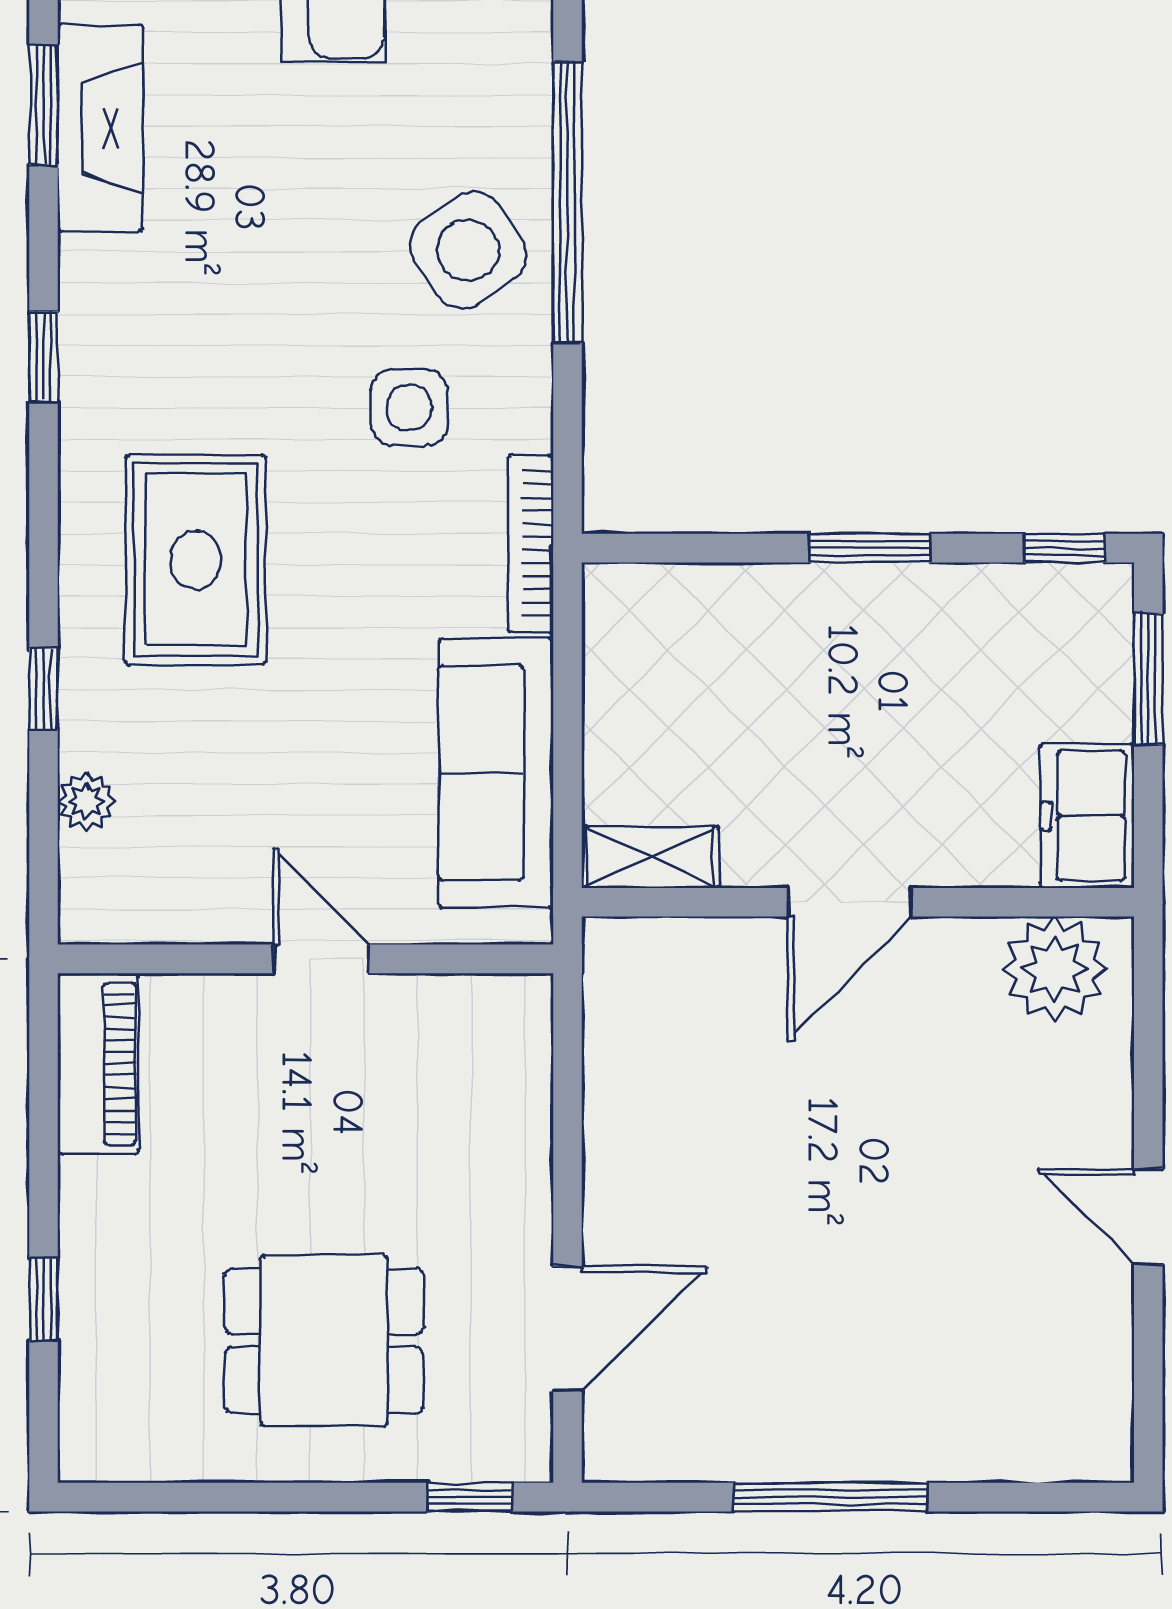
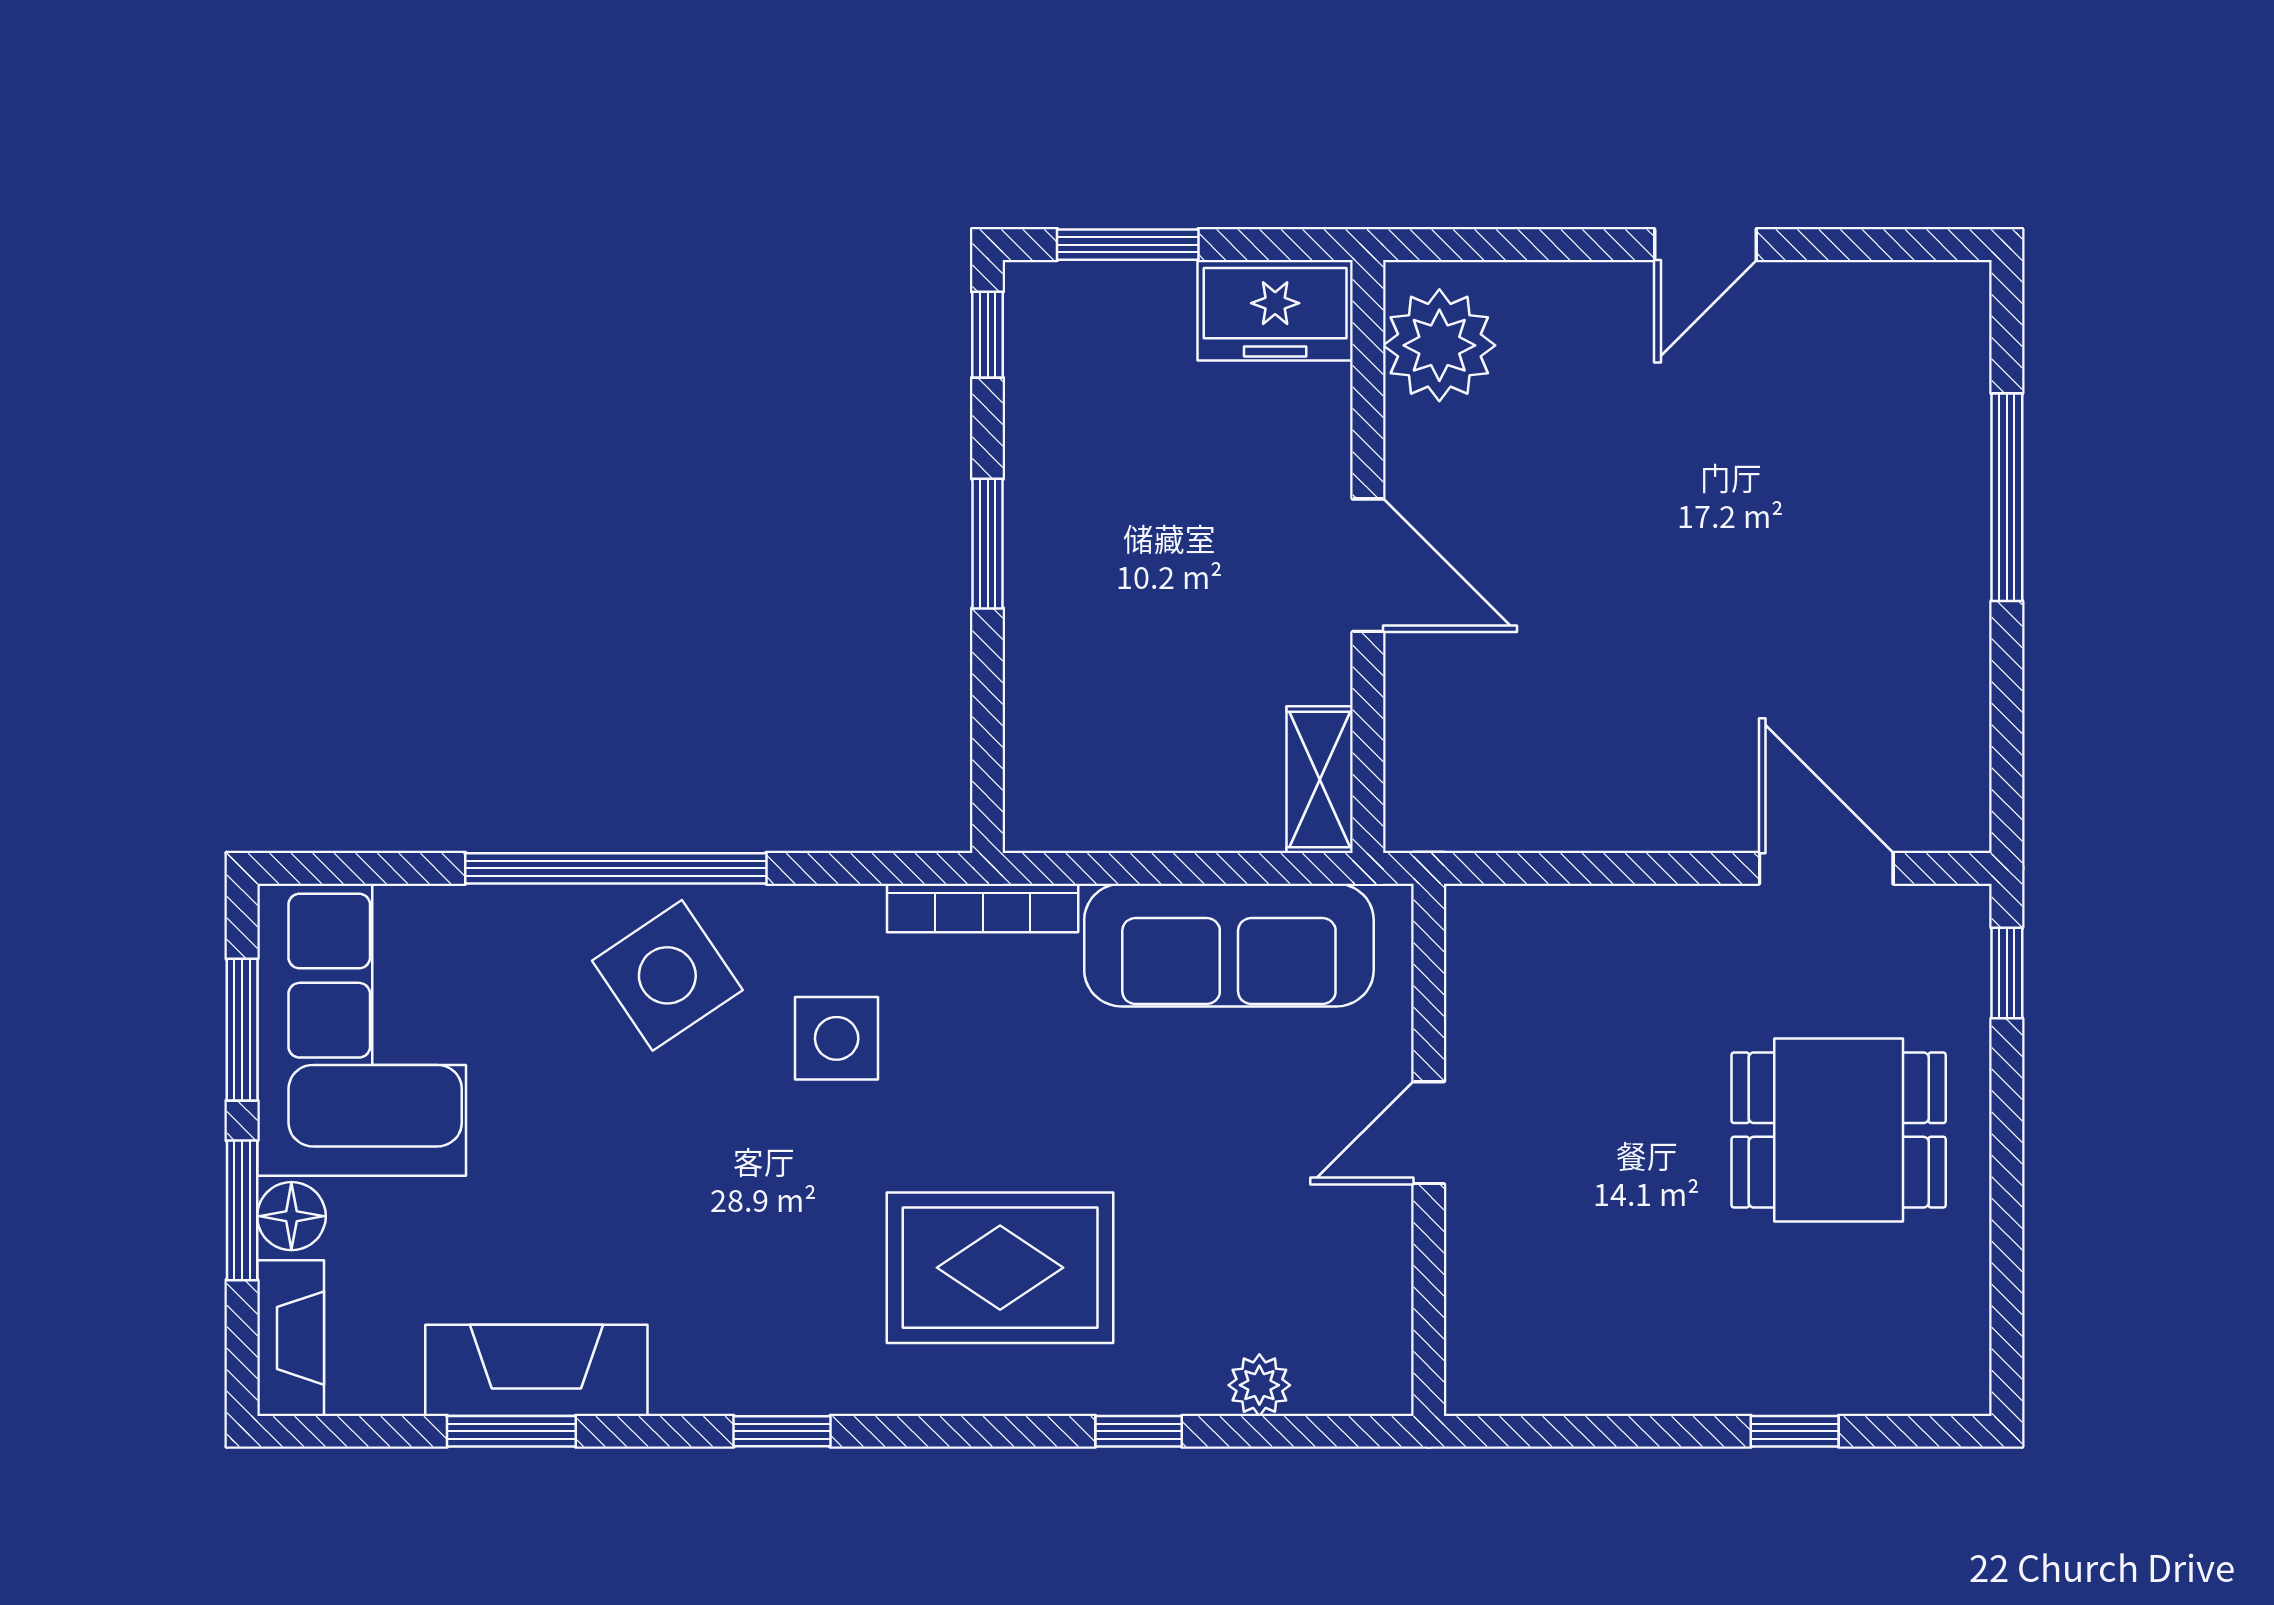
piano: (98, 1064) -> (1541, 1373), removed
dining table: (324, 1341) -> (1839, 1130), turned 90
window: (831, 1497) -> (2007, 497), moved

